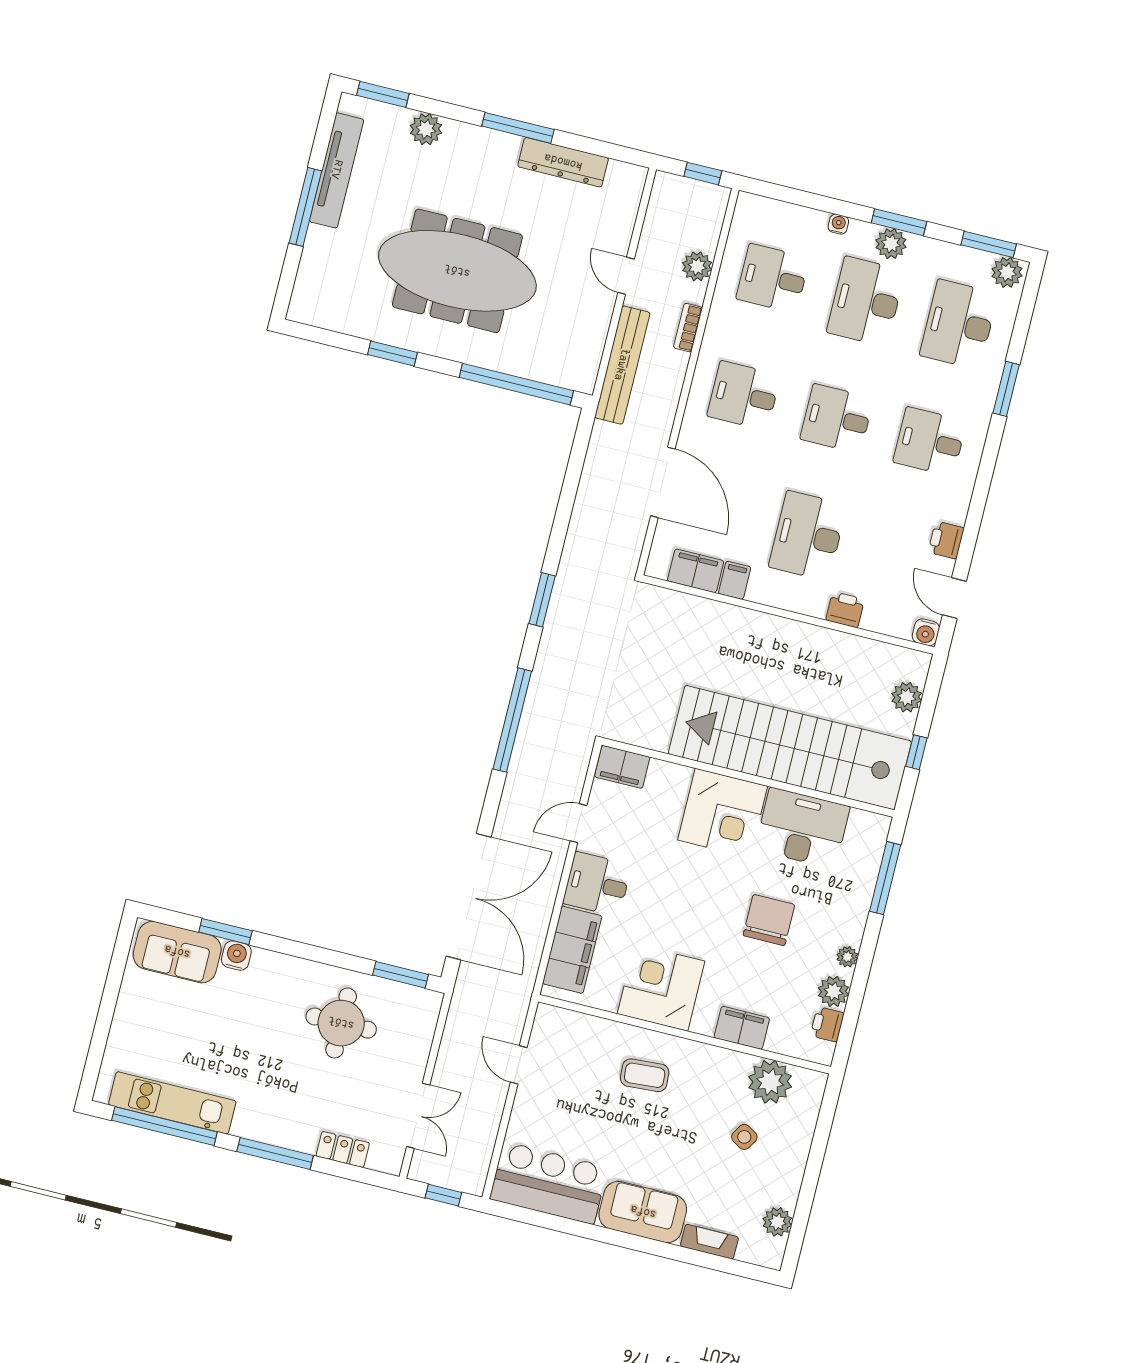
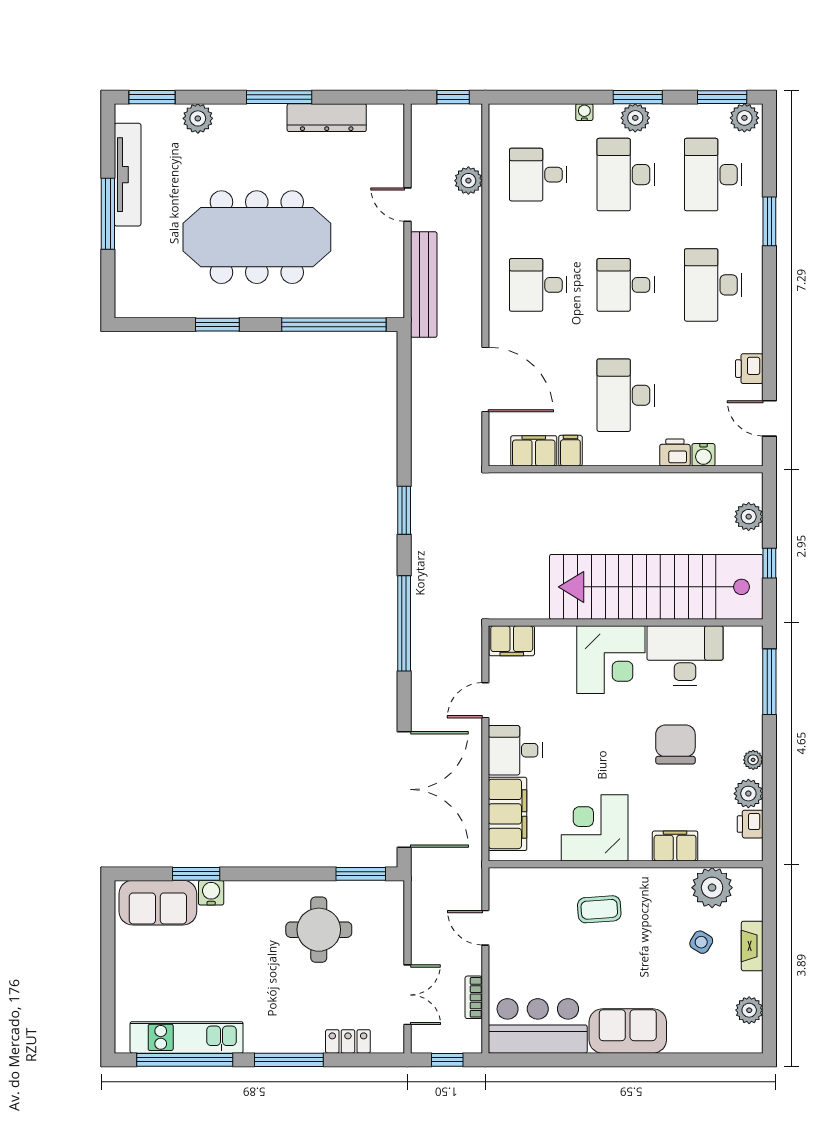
bookcase: (688, 328) -> (474, 997), moved
desk: (930, 442) -> (713, 285), width x1.37
water cooler: (926, 632) -> (703, 455), moved
fireplace: (709, 1242) -> (752, 946), moved, turned -90

